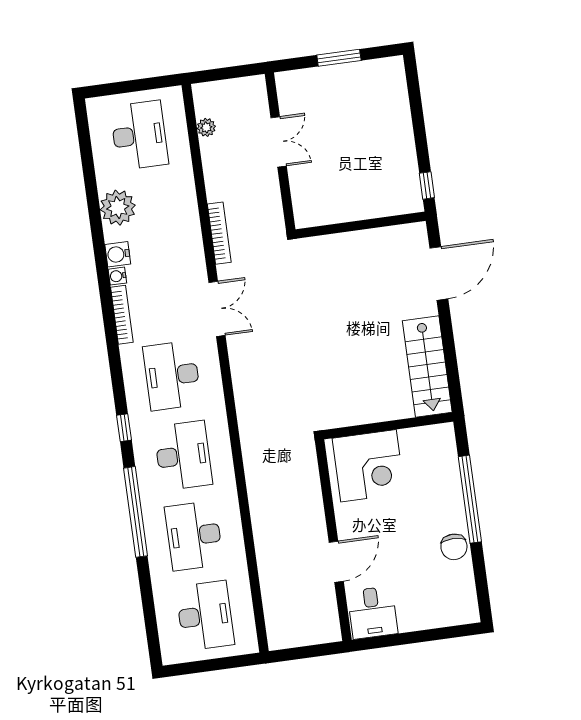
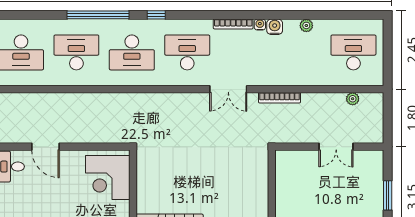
desk: (139, 135) -> (353, 52), turned 180
plant: (118, 208) -> (306, 25), width x0.53, depth x0.53

